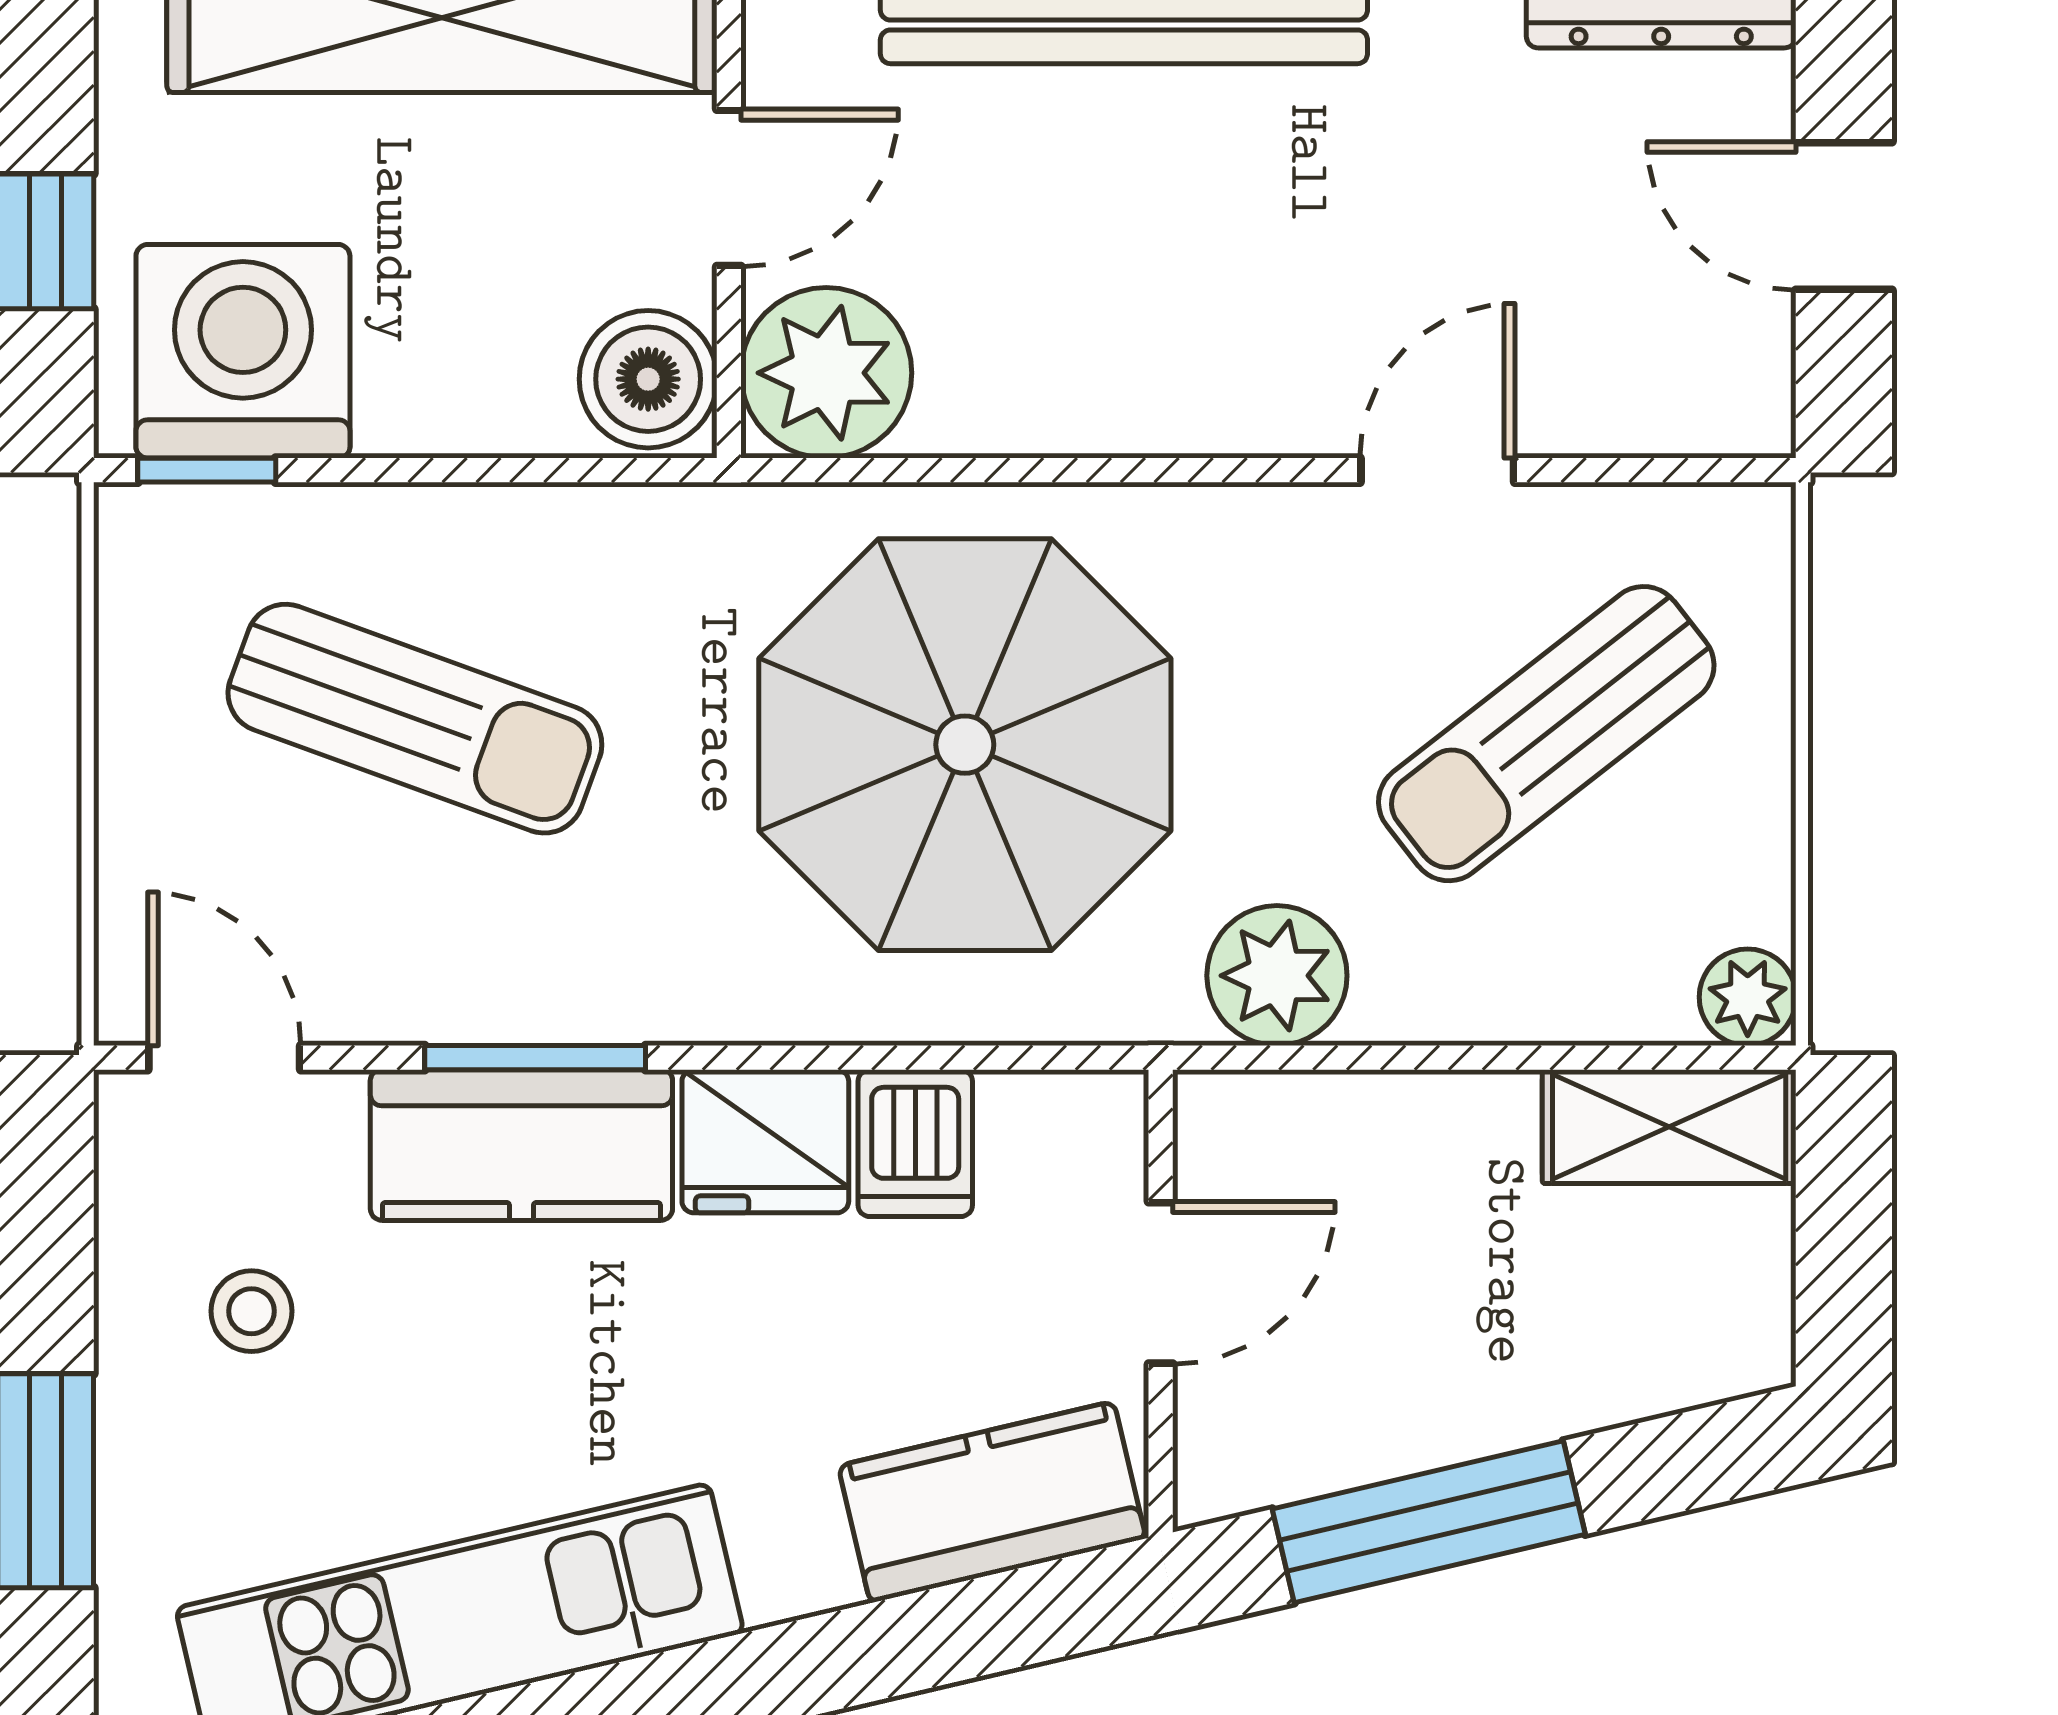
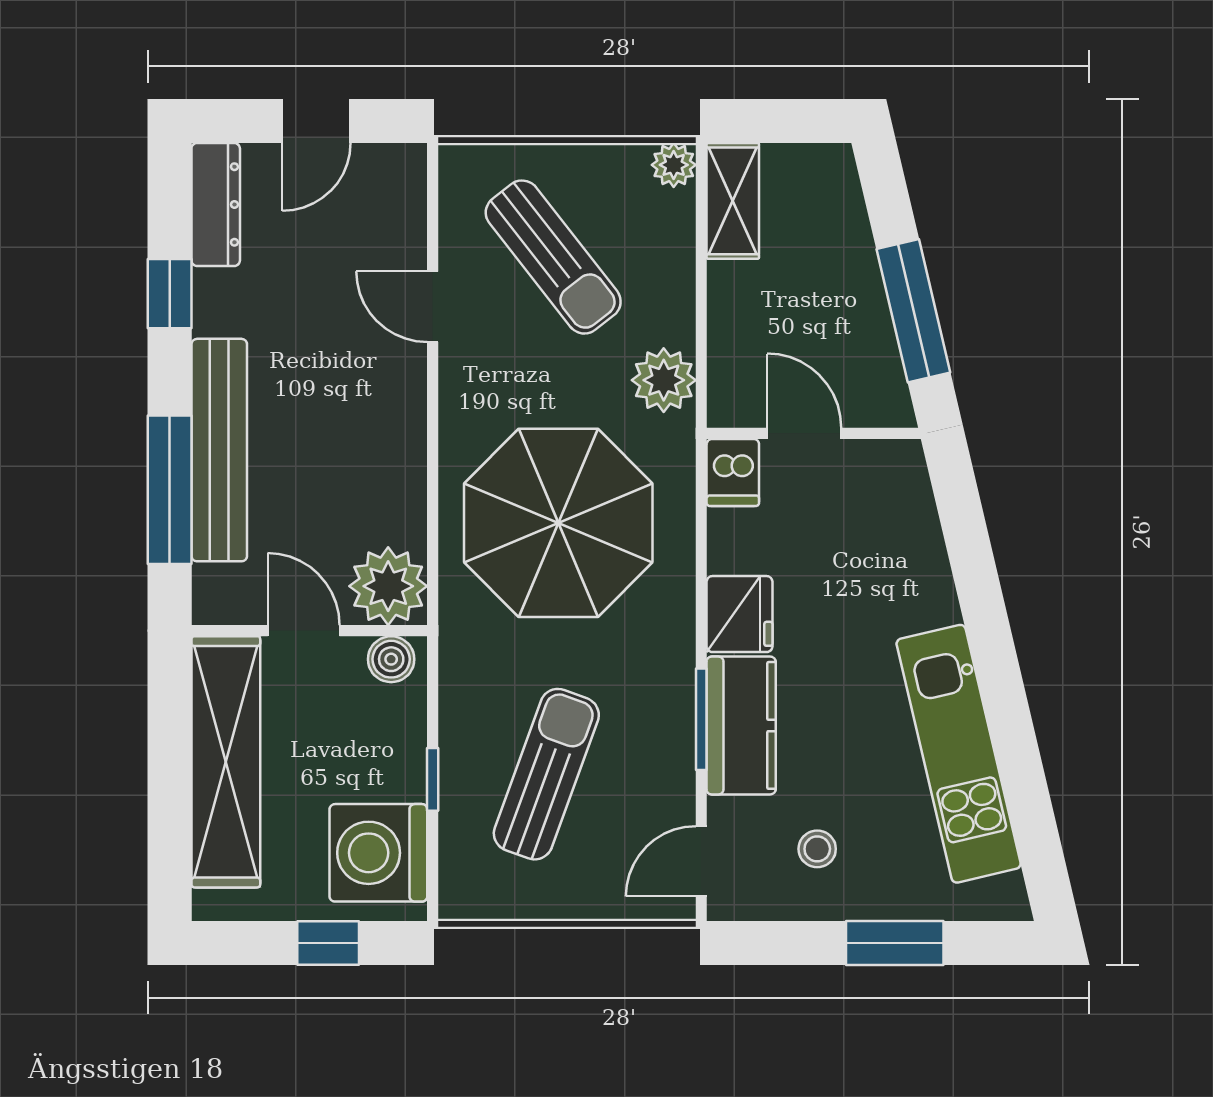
boiler: (648, 379) -> (391, 659), width x0.73, depth x0.73
window: (207, 470) -> (433, 779), moved
dishwasher: (915, 1143) -> (733, 472), moved, turned 90
kitchen counter: (992, 1502) -> (904, 510), removed

